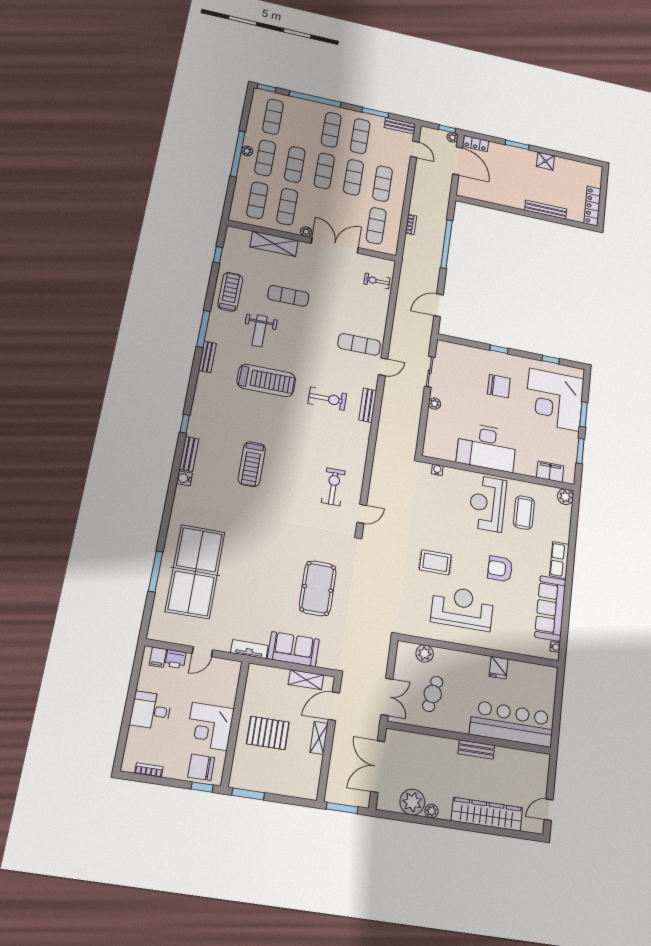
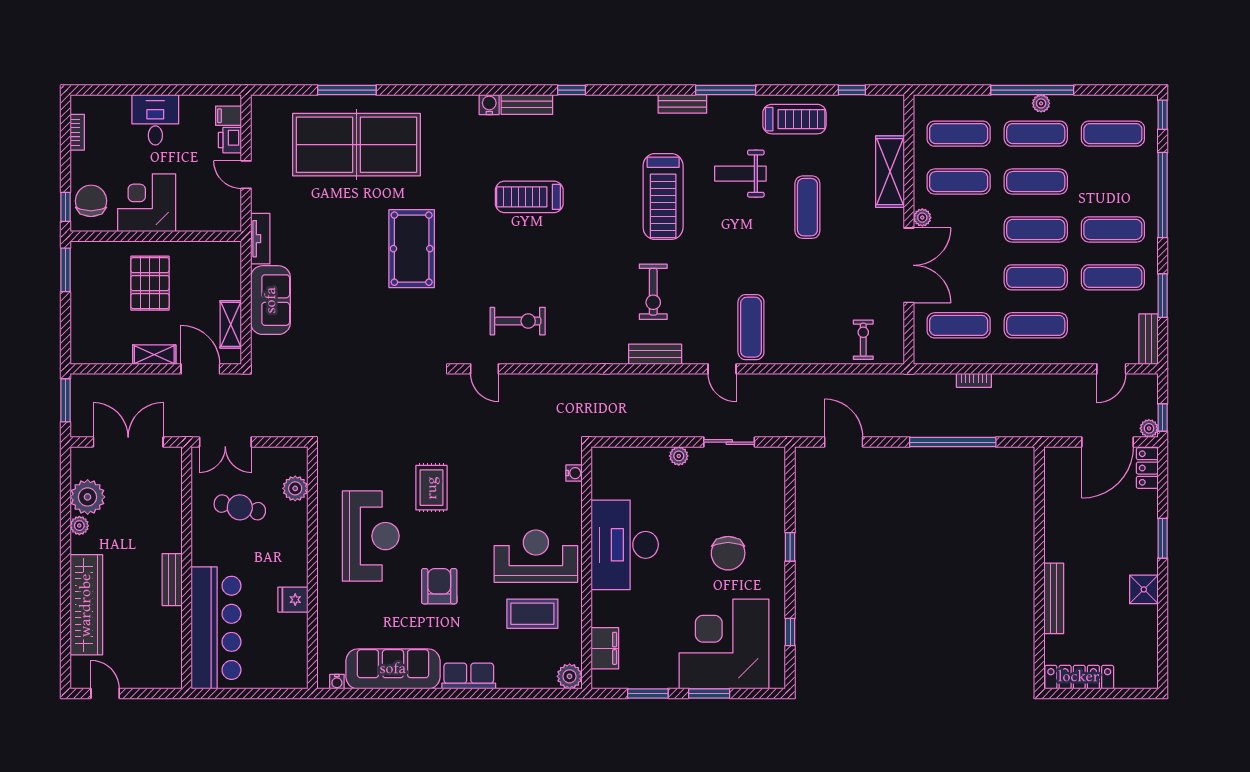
pool table: (318, 588) -> (412, 249), moved, turned 90

